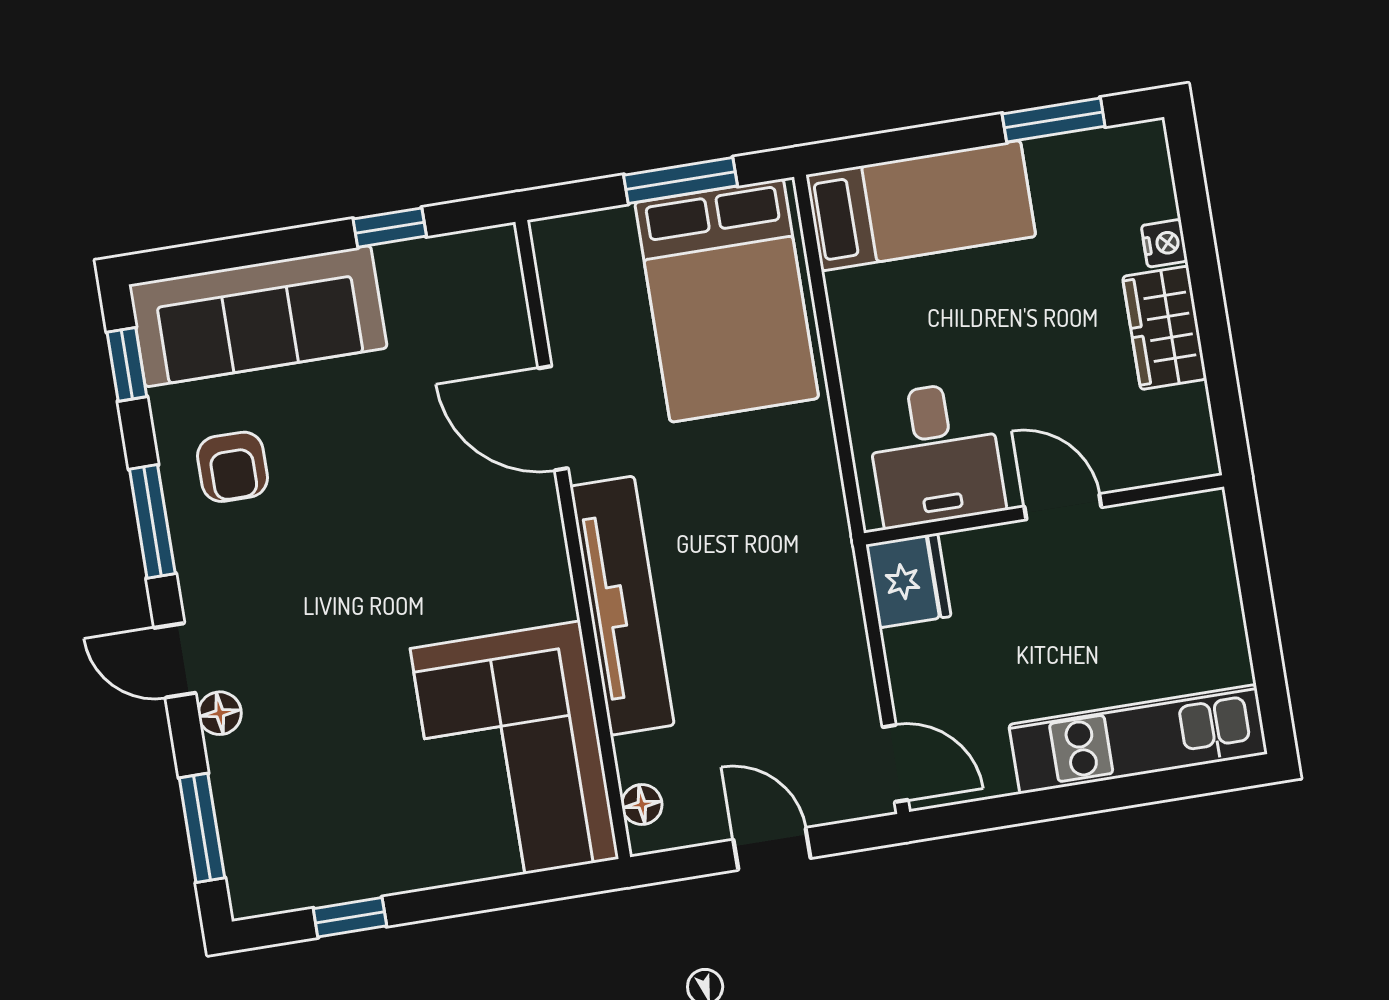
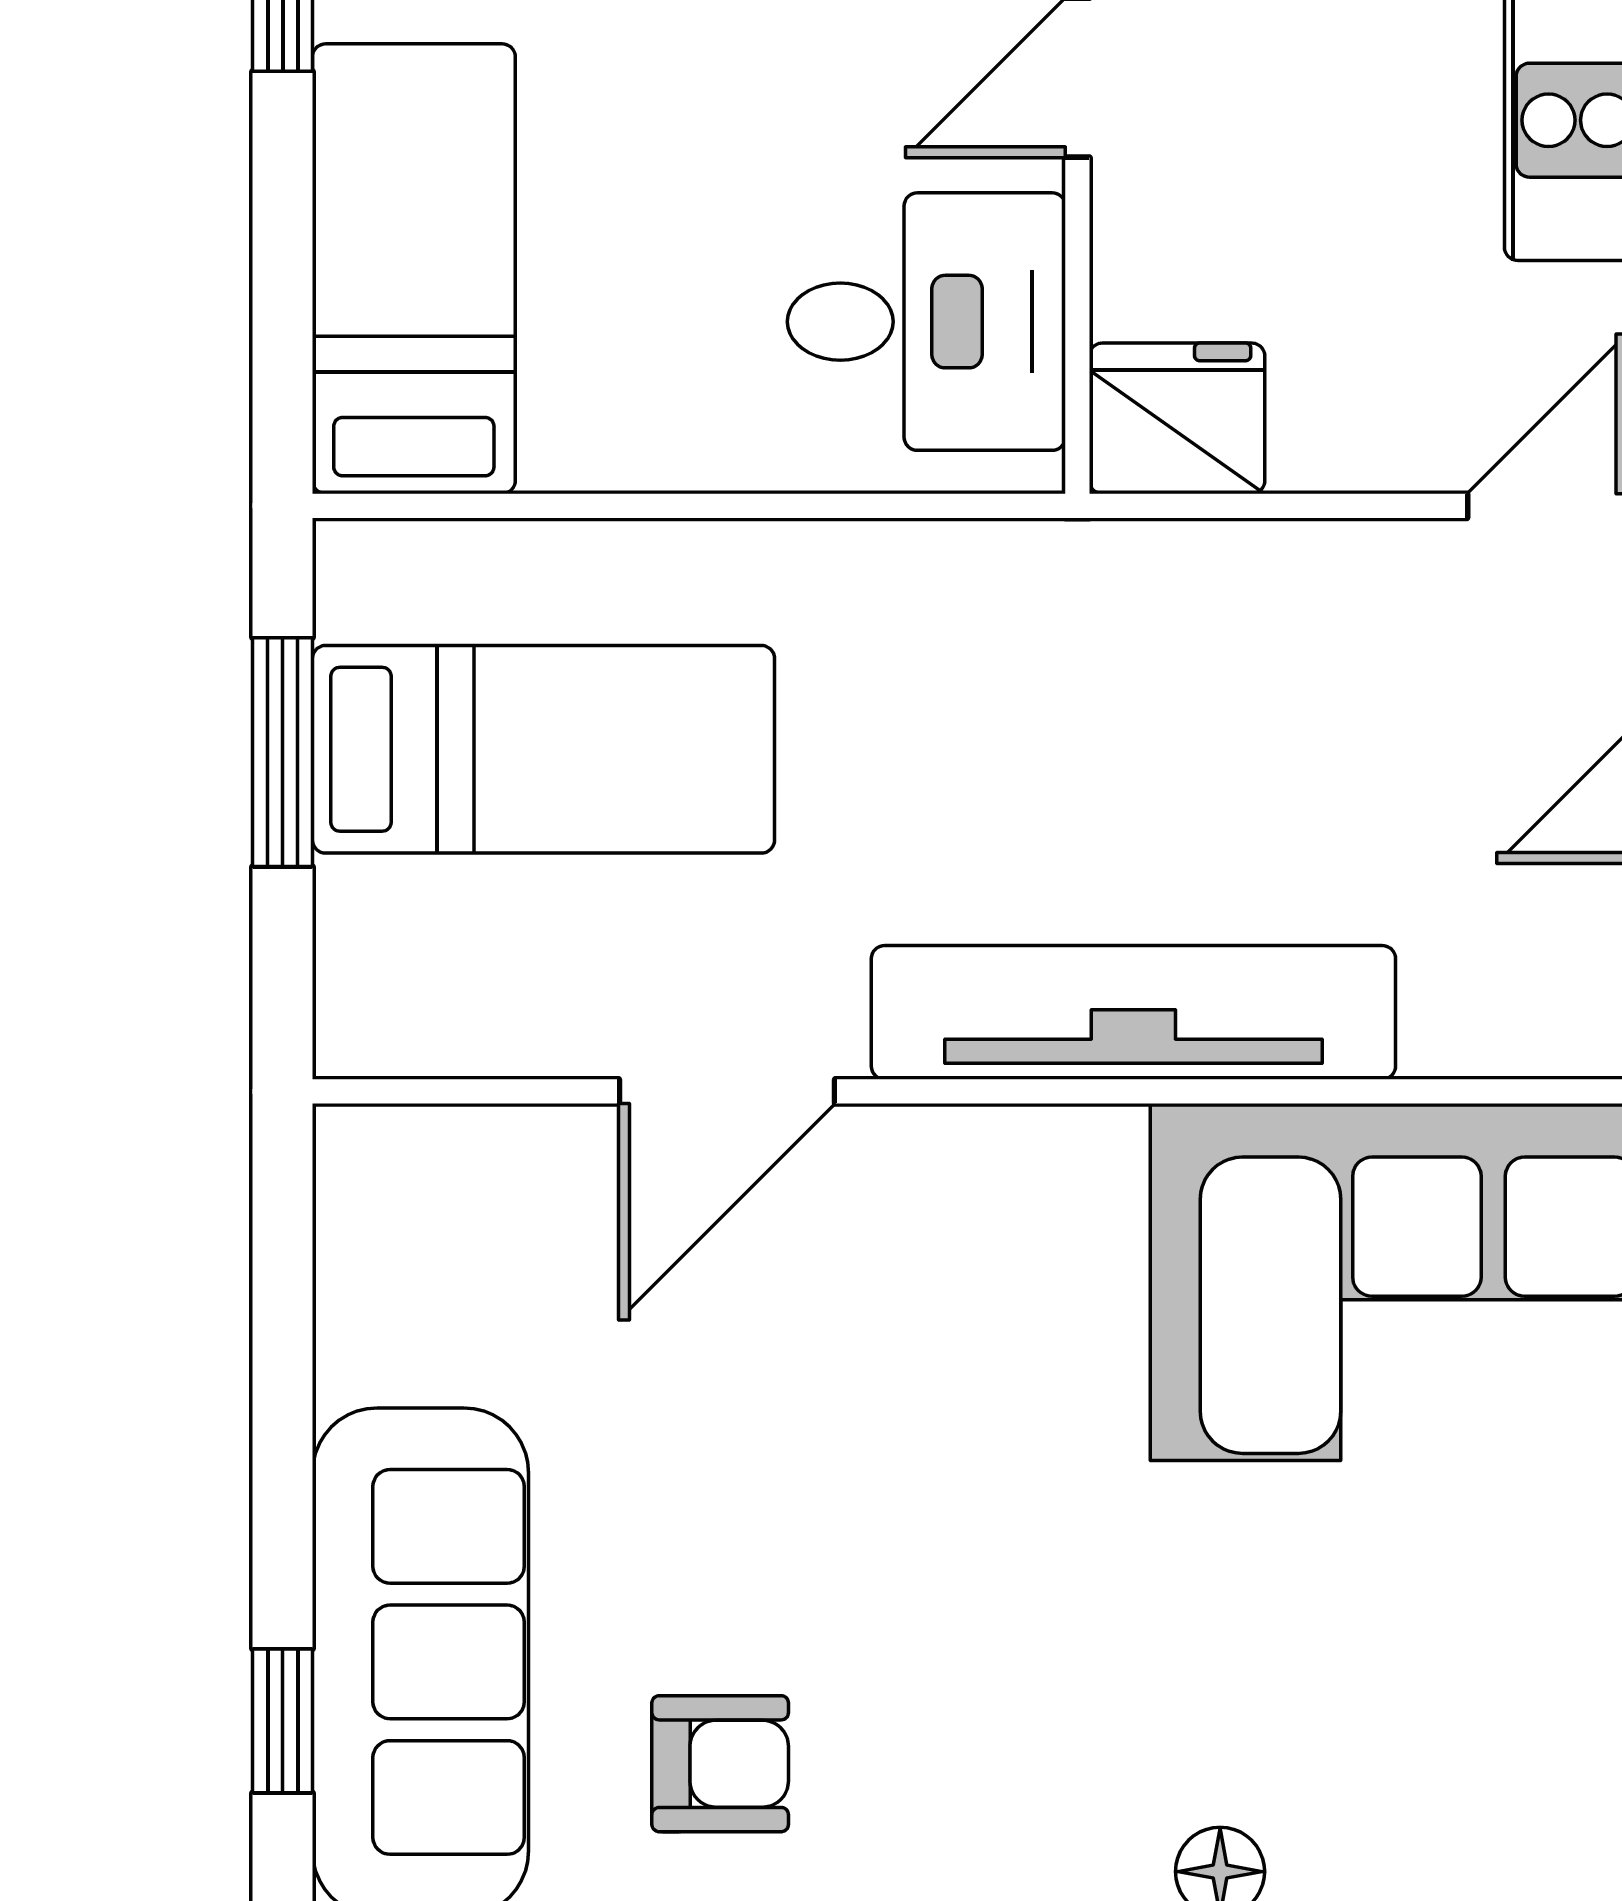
window: (390, 228) -> (283, 1721), moved
bed: (727, 300) -> (543, 749), width x0.67
floor lamp: (642, 804) -> (1547, 1038), removed

